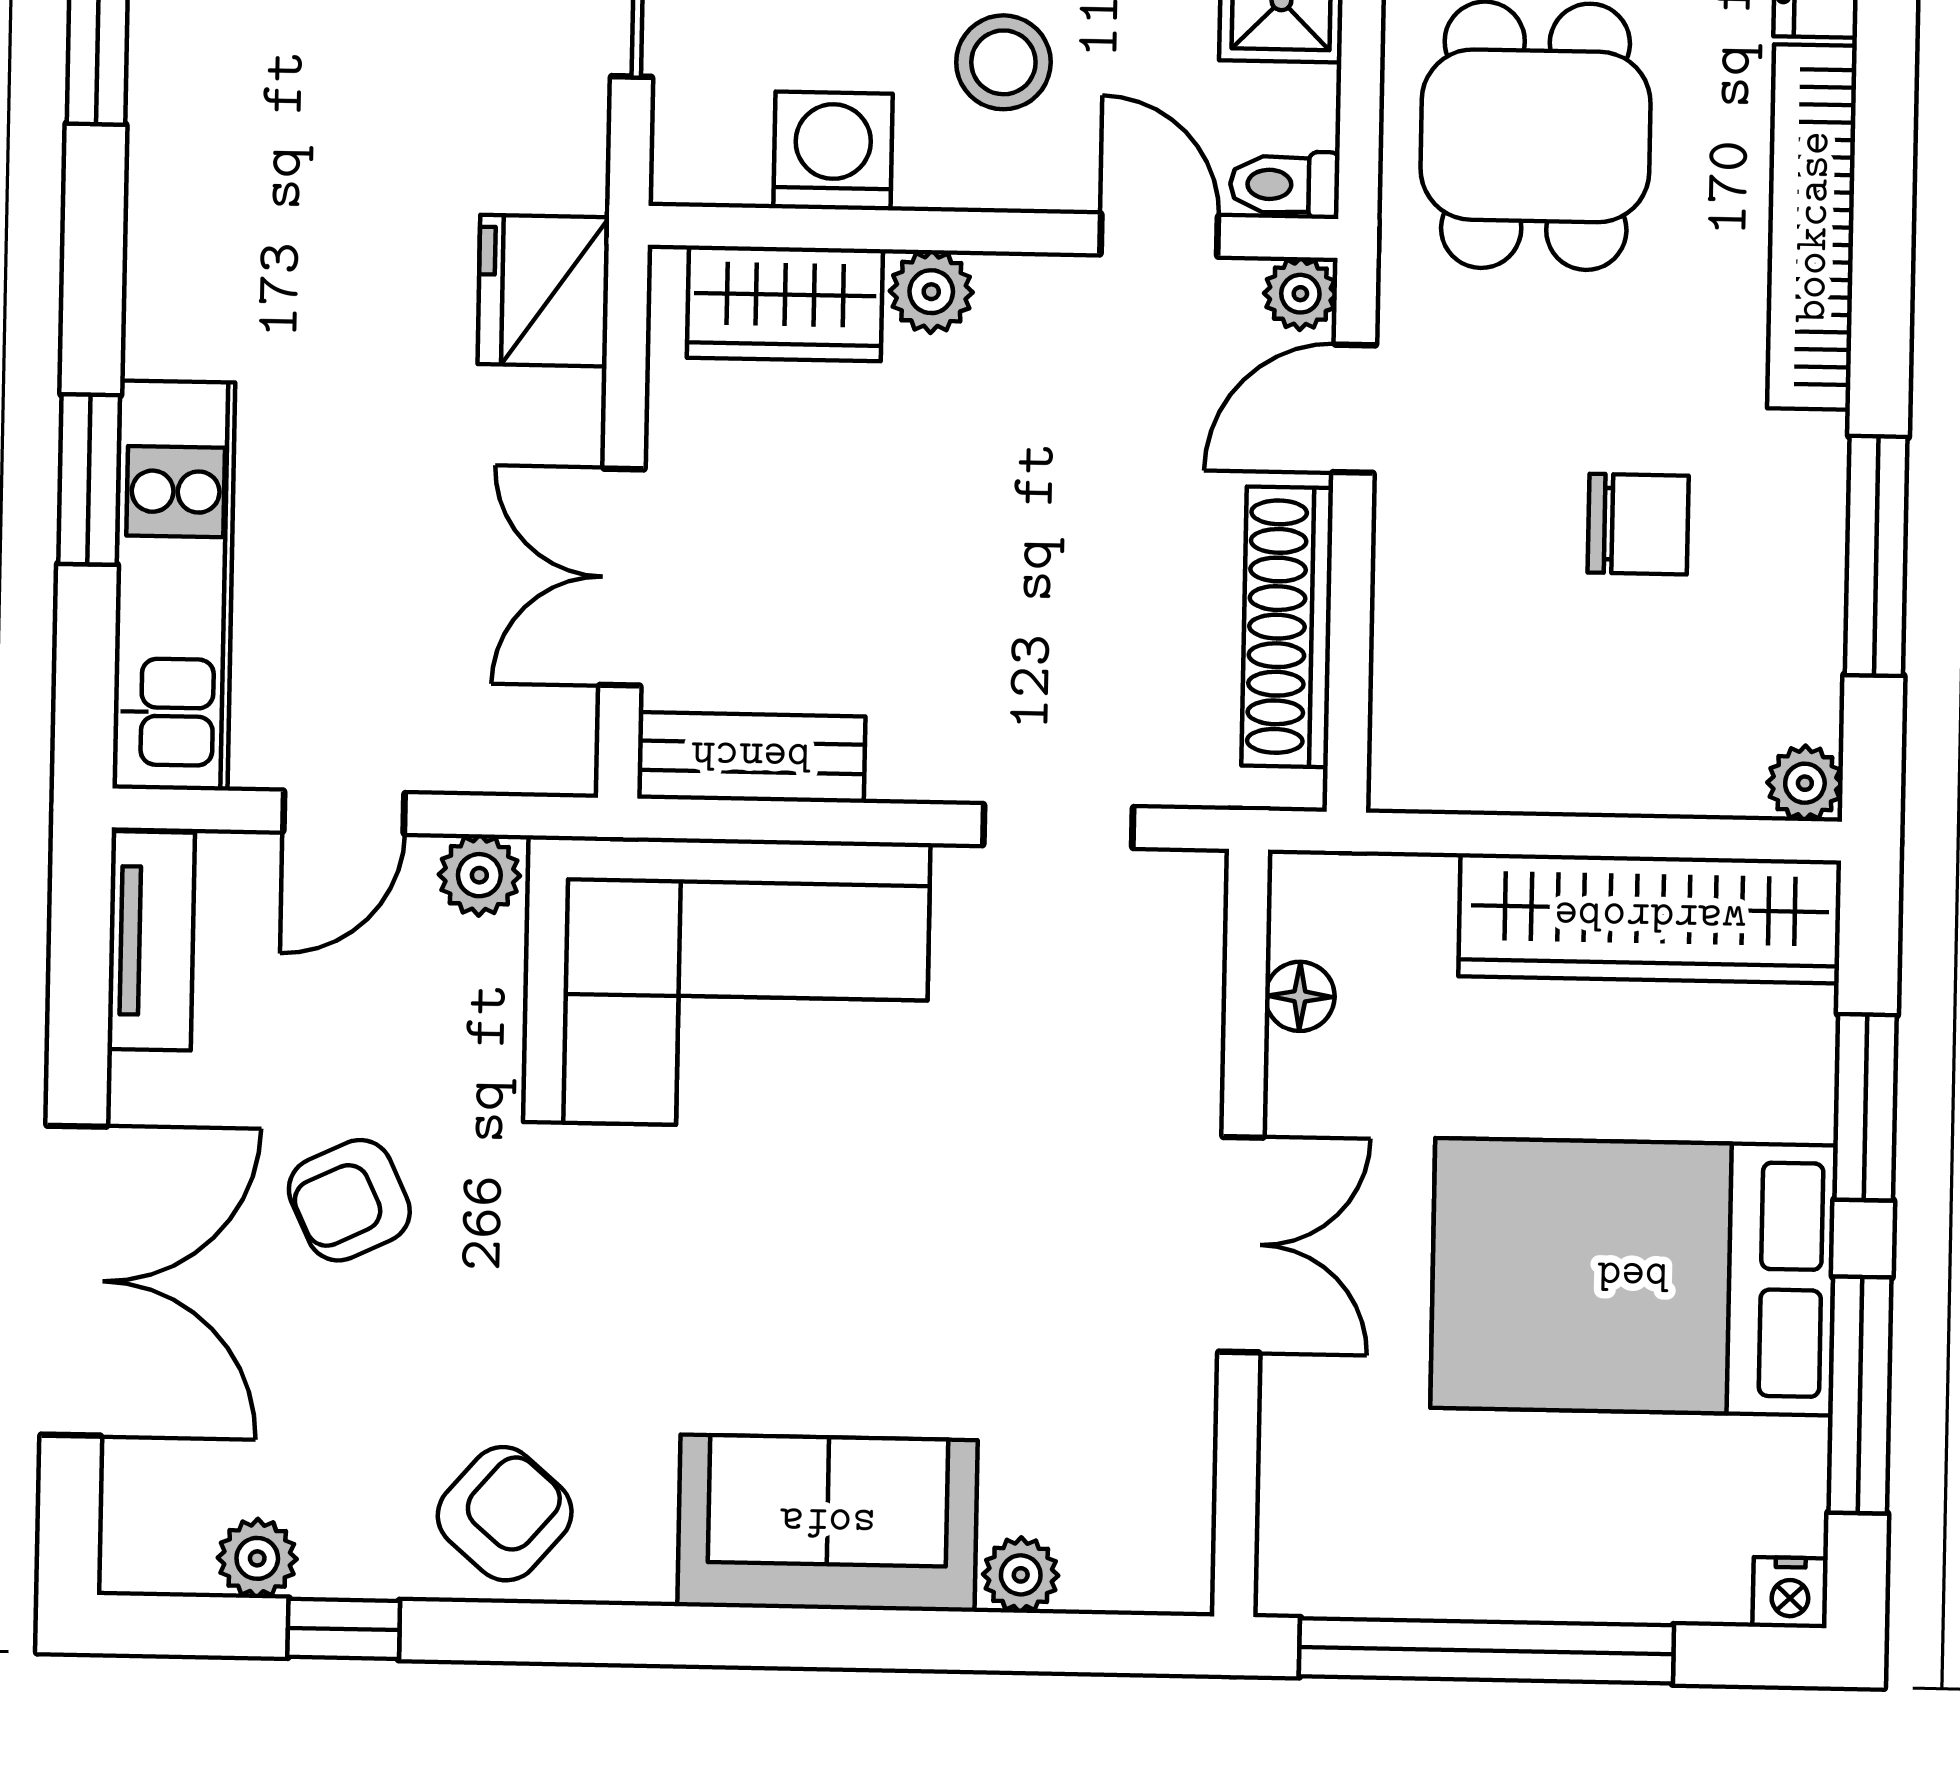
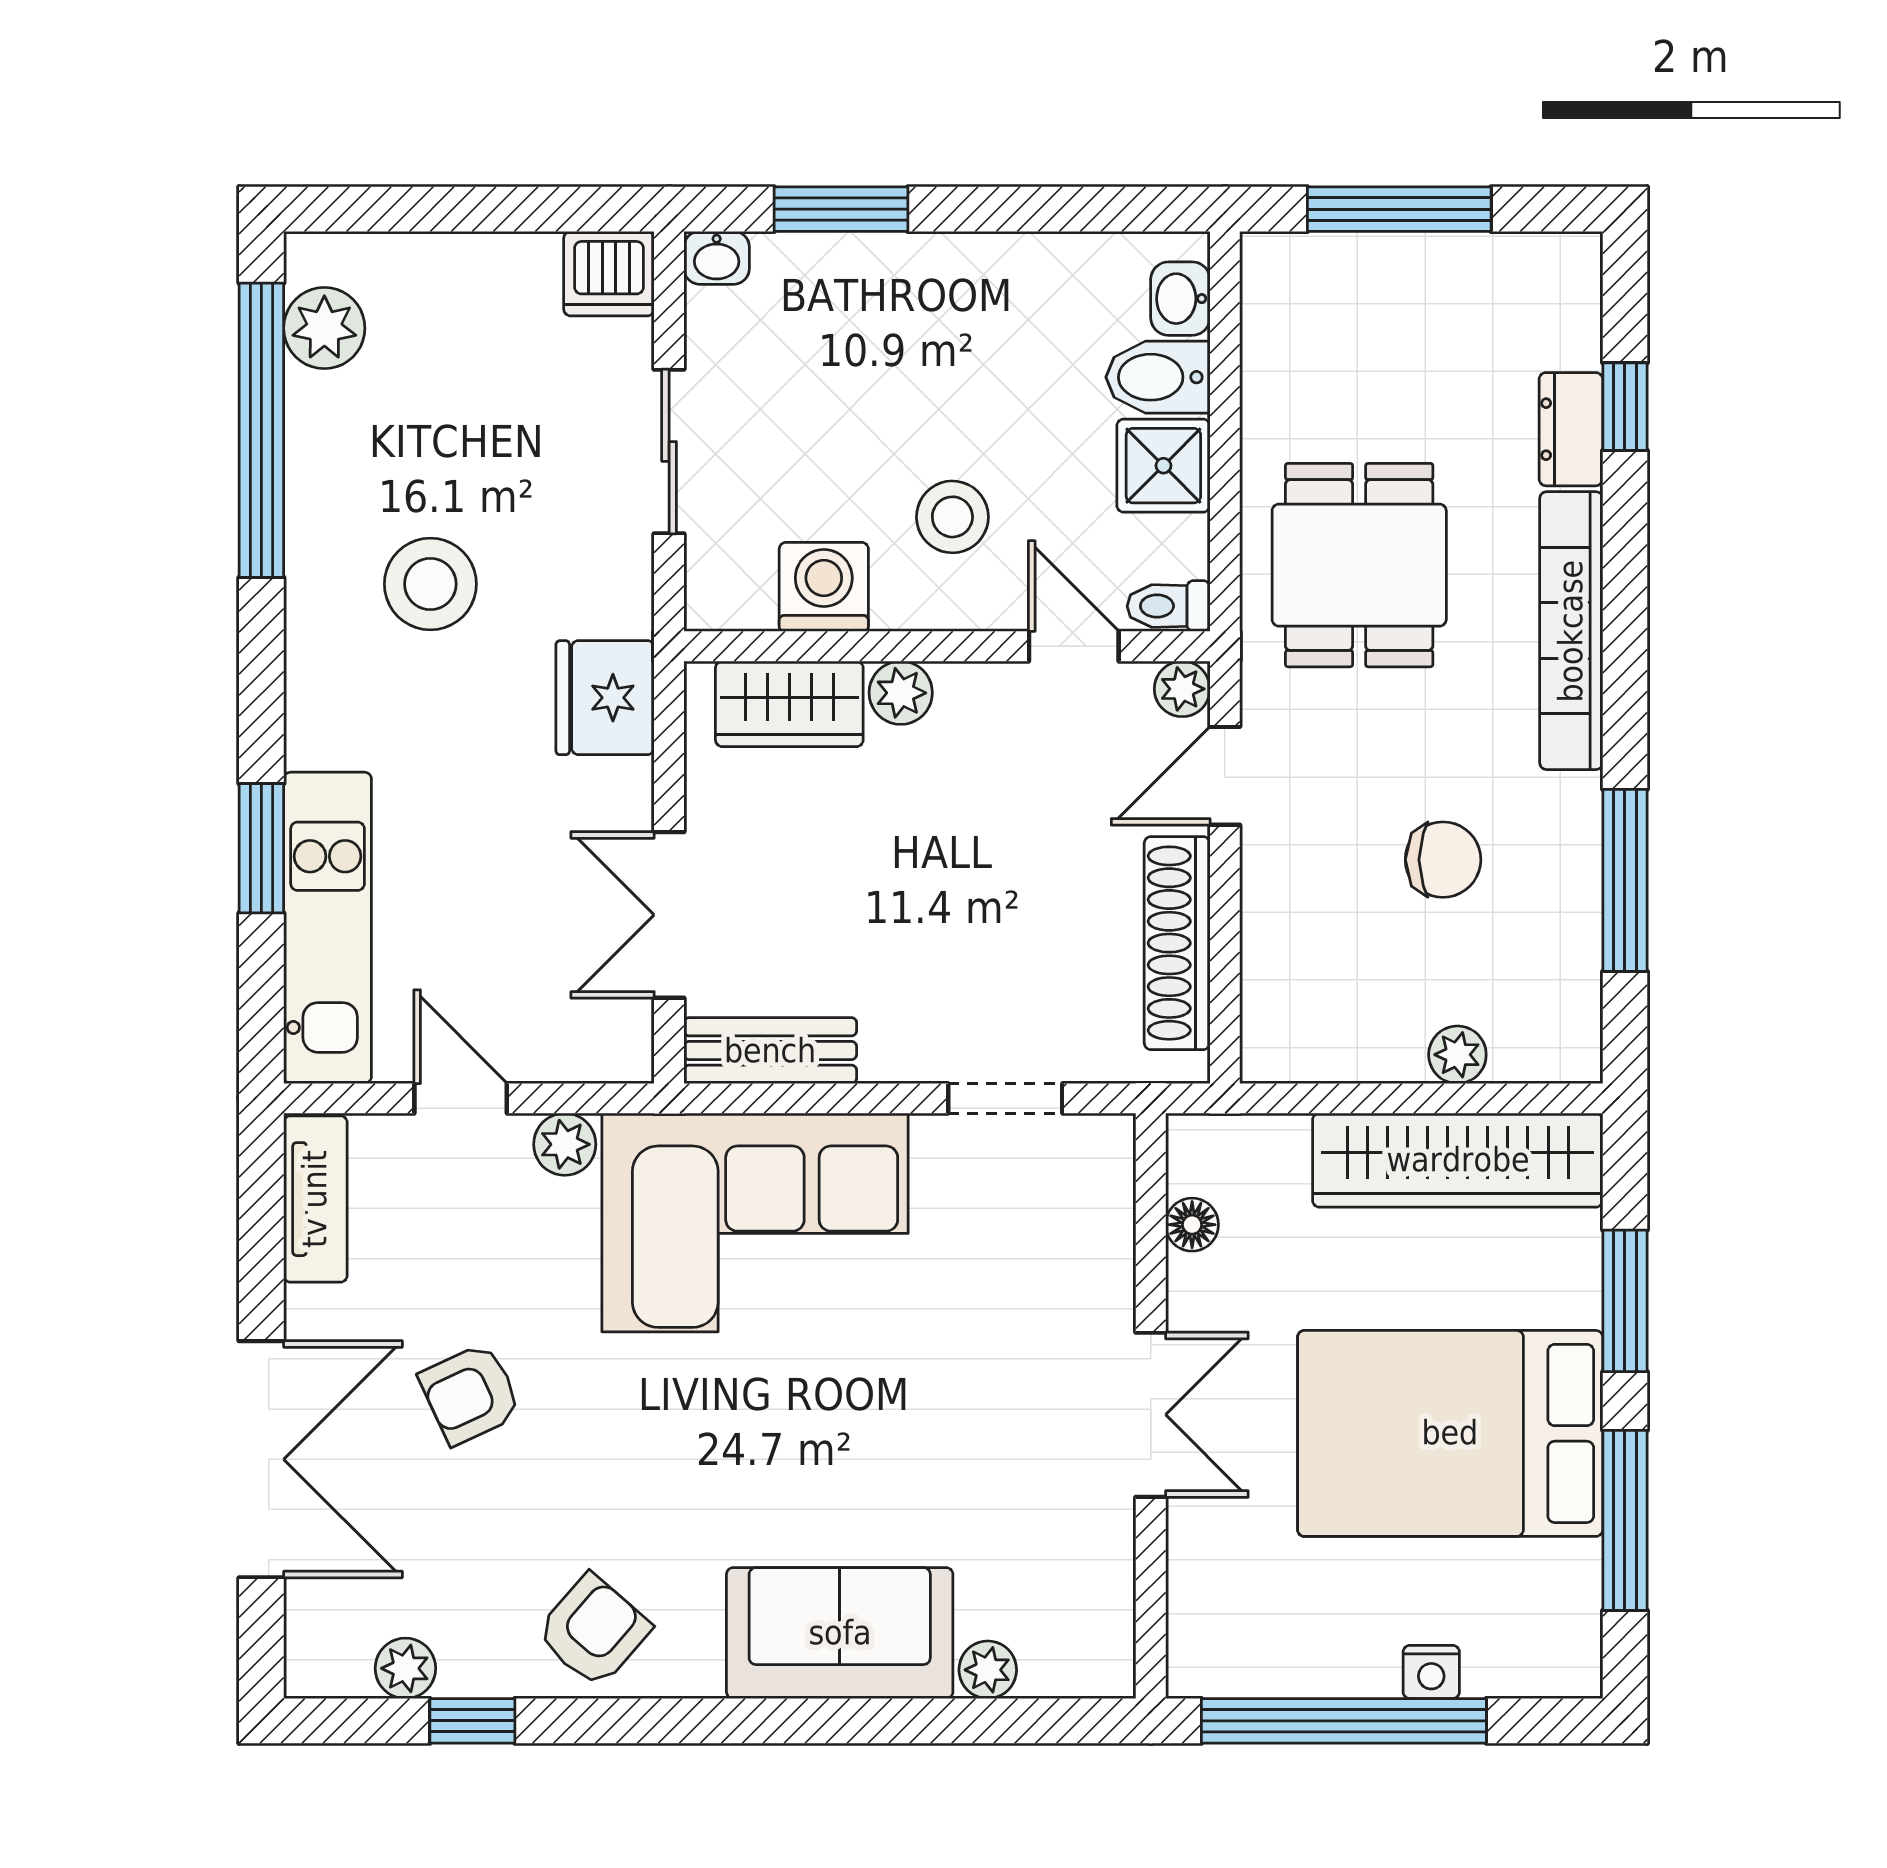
stool: (317, 137) -> (430, 584), added
plant: (1805, 783) -> (1457, 1055), moved
door: (344, 812) -> (461, 1098), swing flipped
nightstand: (1790, 1593) -> (1431, 1672), moved

